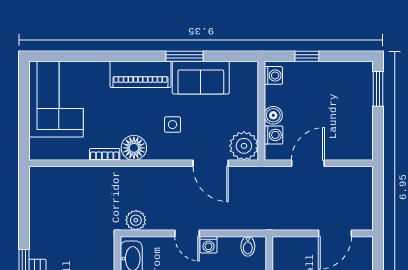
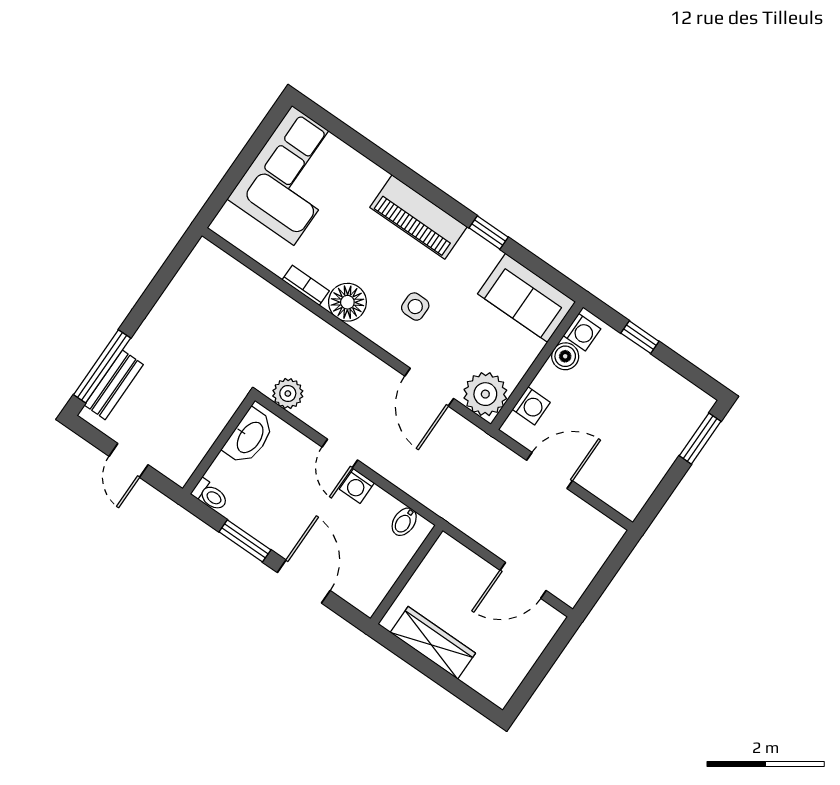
window: (185, 56) -> (489, 232), width x0.67
sofa: (201, 78) -> (527, 298), moved
boiler: (273, 115) -> (565, 356), moved

